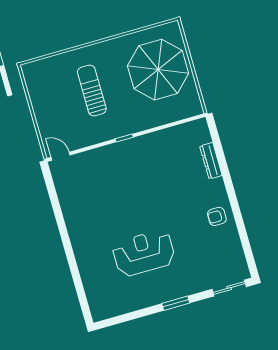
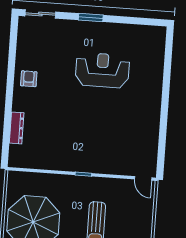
armchair: (217, 216) -> (29, 79), turned -90
reception desk: (144, 253) -> (102, 70), turned 180

